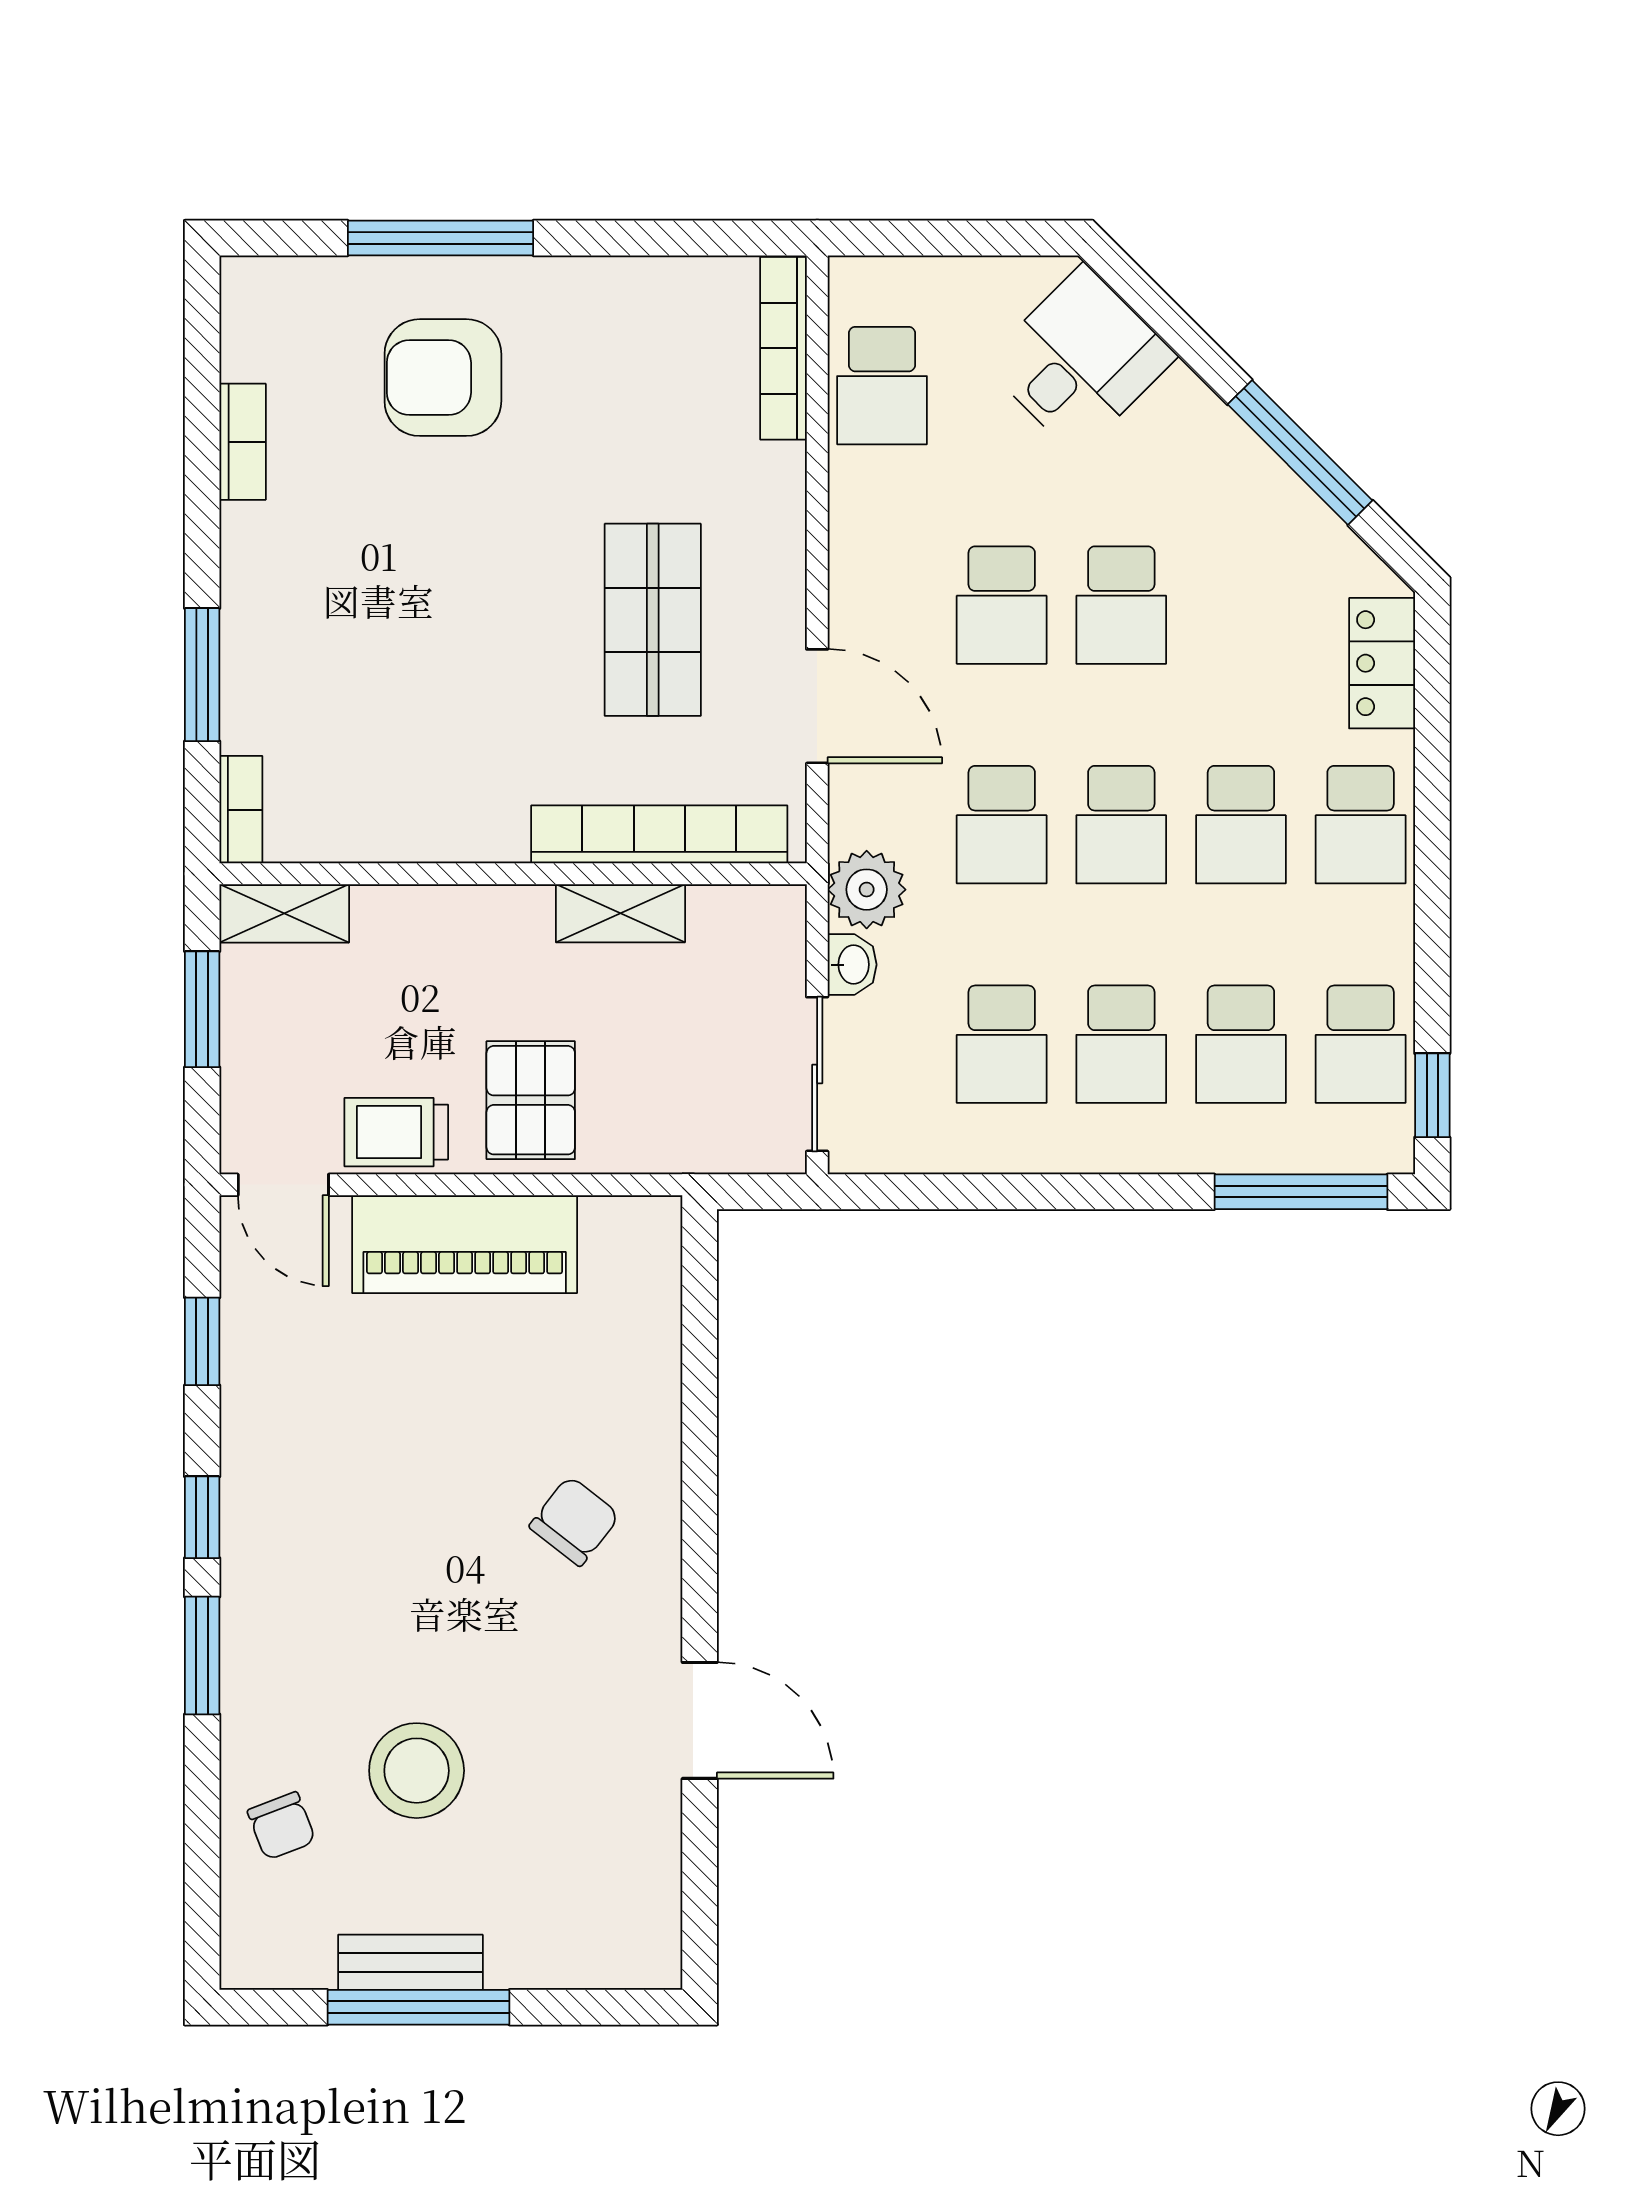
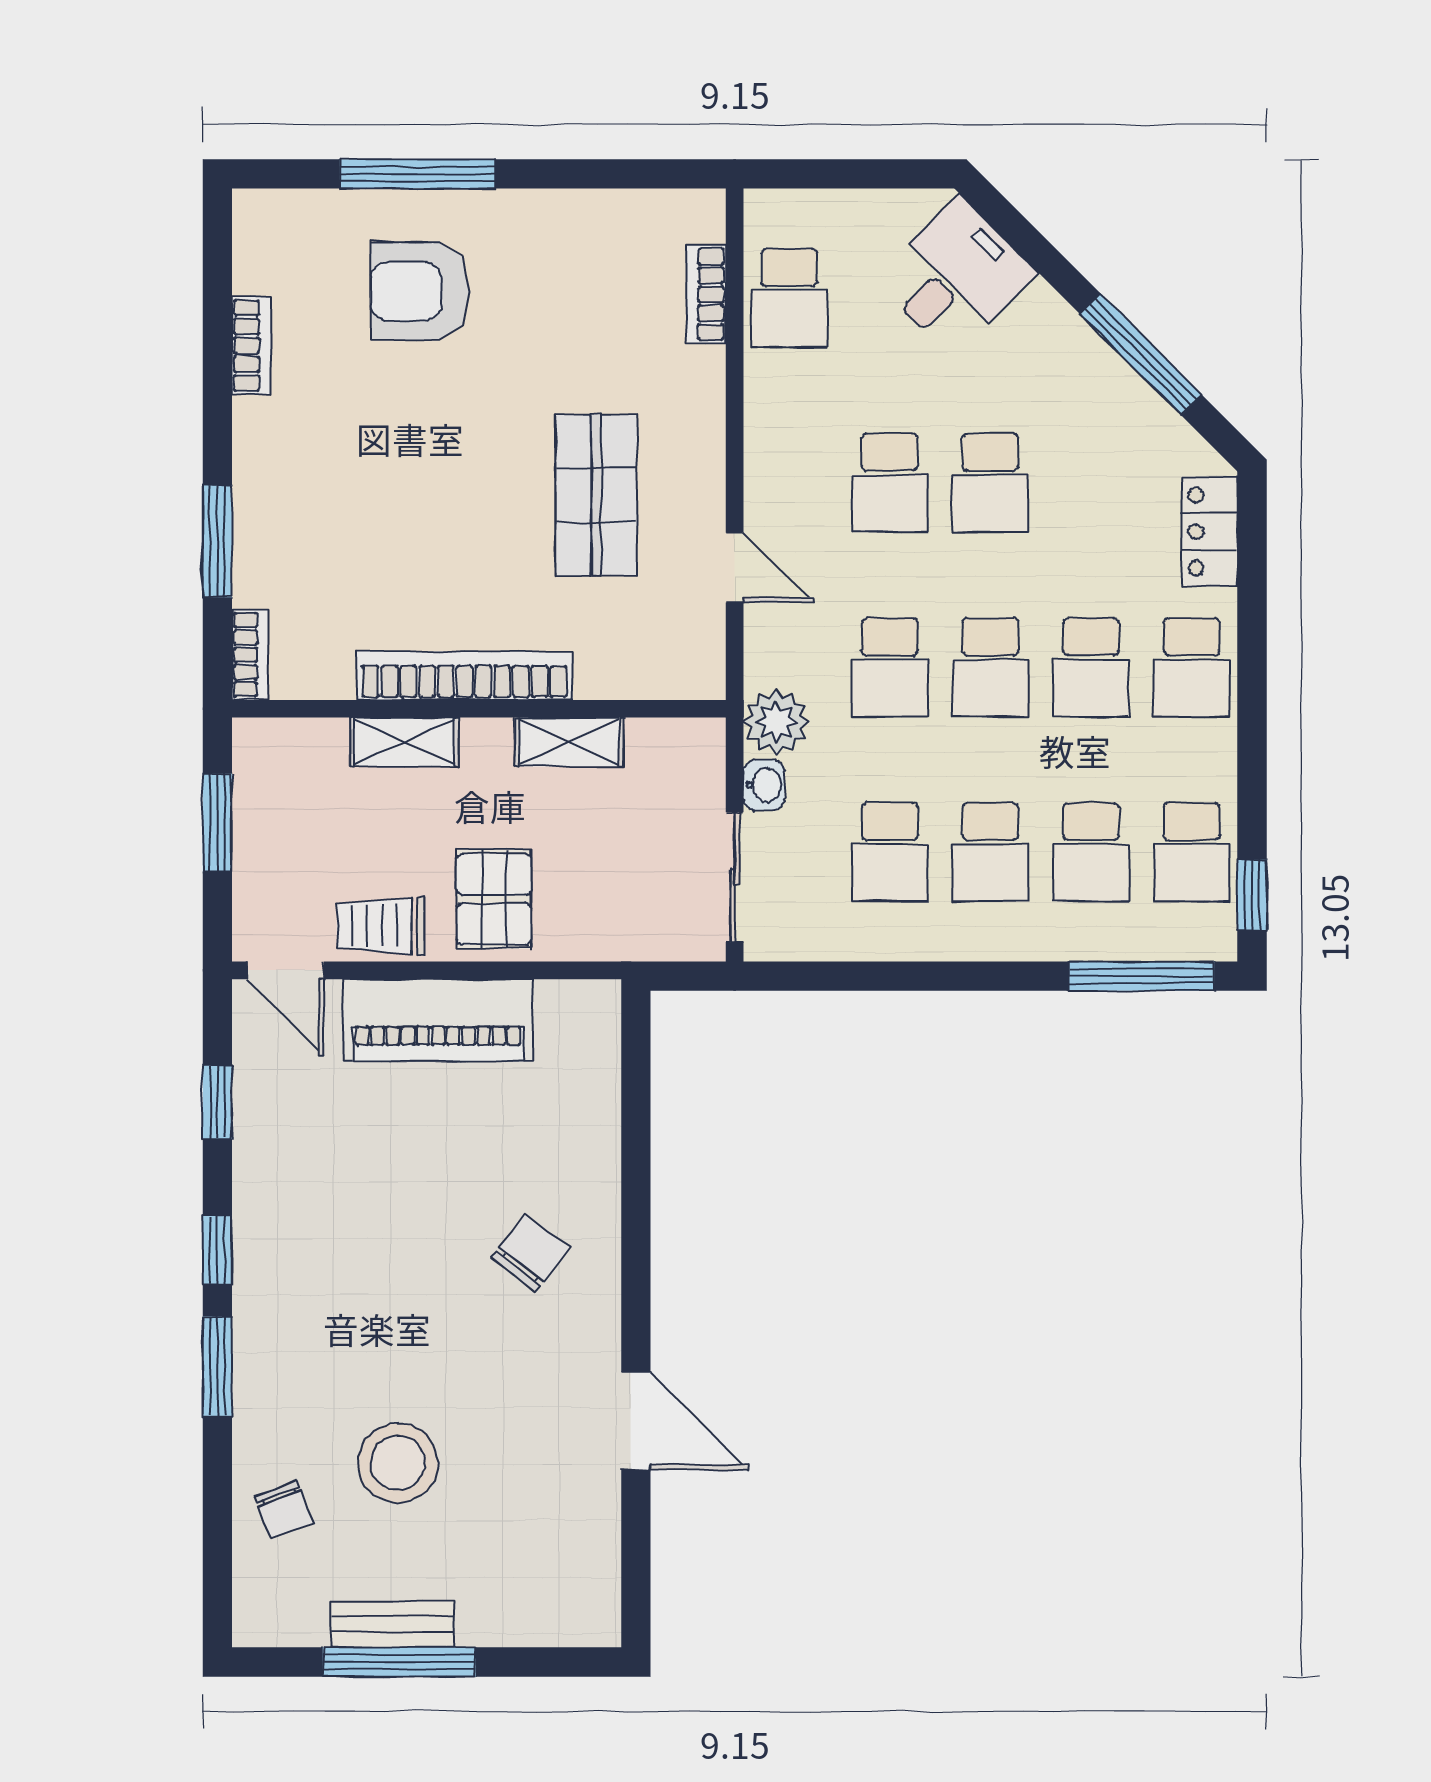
bookcase: (783, 348) -> (706, 294), width x0.64
door: (817, 706) -> (735, 568), width x0.73
bookcase: (659, 834) -> (465, 676), moved
shelving: (284, 913) -> (404, 742), moved

